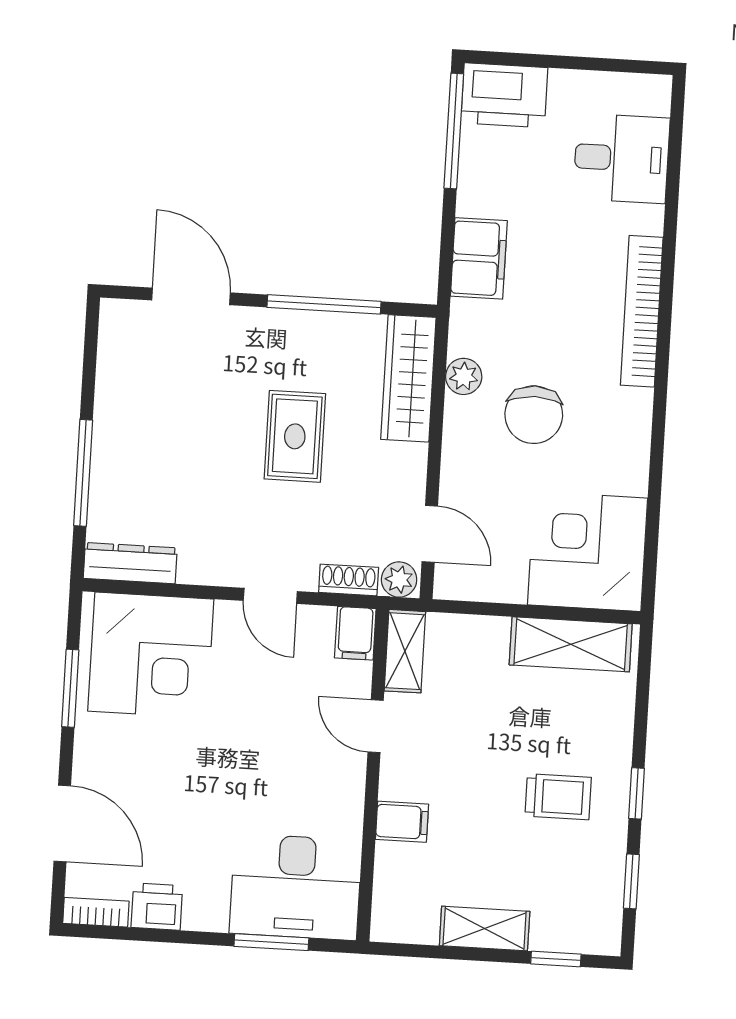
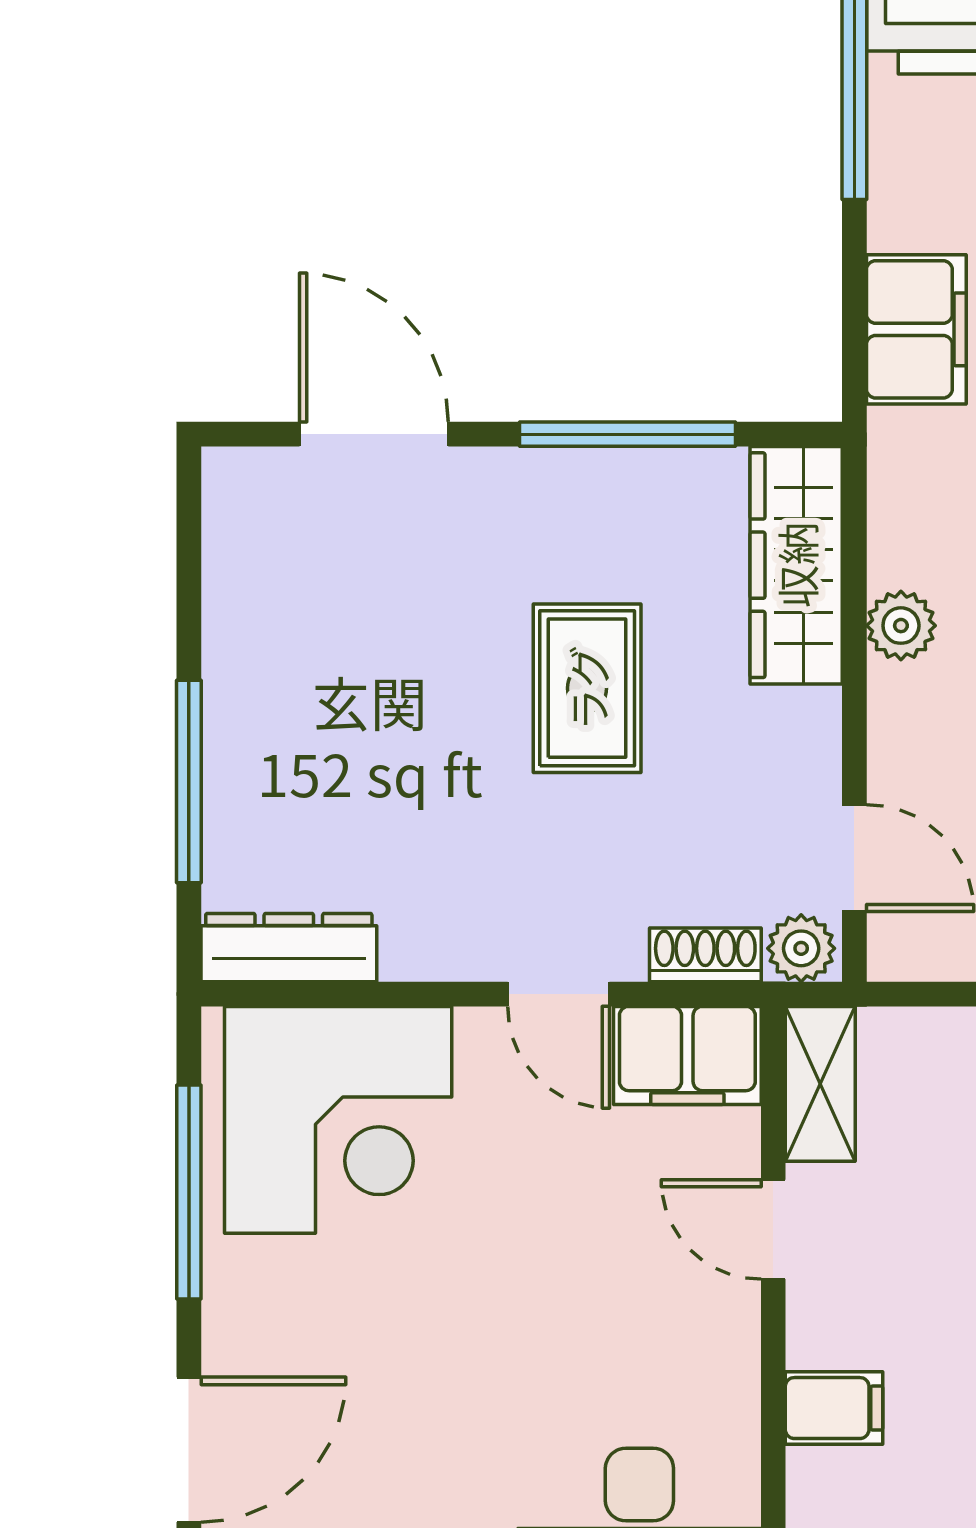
plant: (464, 376) -> (901, 626), moved
filing cabinet: (355, 633) -> (687, 1055), width x2.00
window: (70, 688) -> (189, 1192), width x1.44
door: (62, 823) -> (189, 1450), hinge flipped

